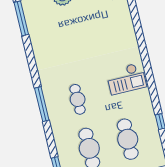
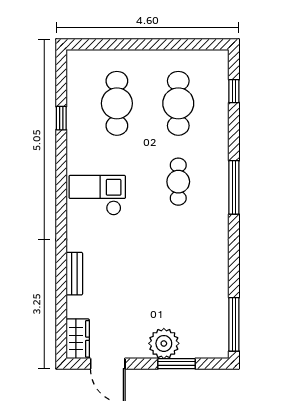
bench: (129, 26) -> (74, 274), added

